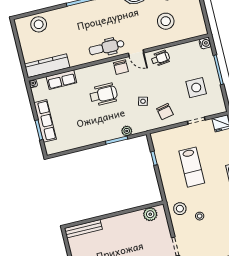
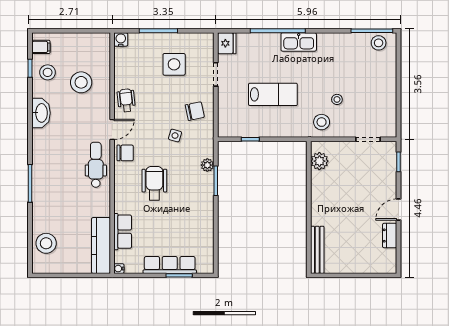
dental chair: (107, 47) -> (96, 165), turned 180

